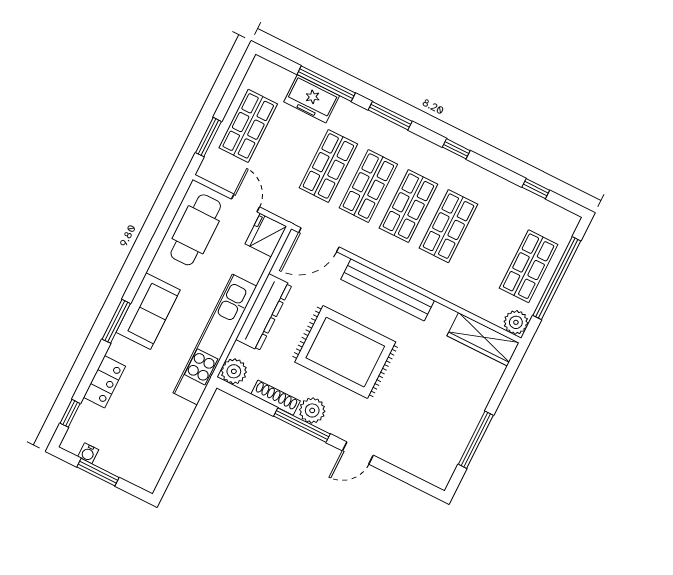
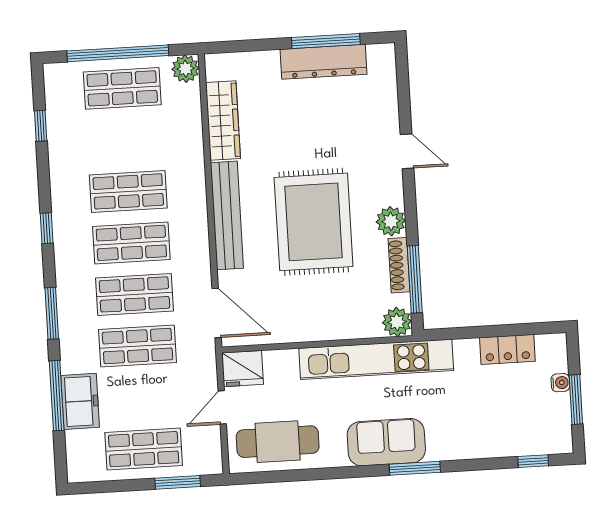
dresser: (264, 312) -> (323, 62), moved, turned 180
wardrobe: (483, 339) -> (223, 121), moved
locker: (104, 382) -> (507, 349), moved, turned 180
window: (302, 425) -> (415, 279), moved
water cooler: (88, 453) -> (560, 383), moved

